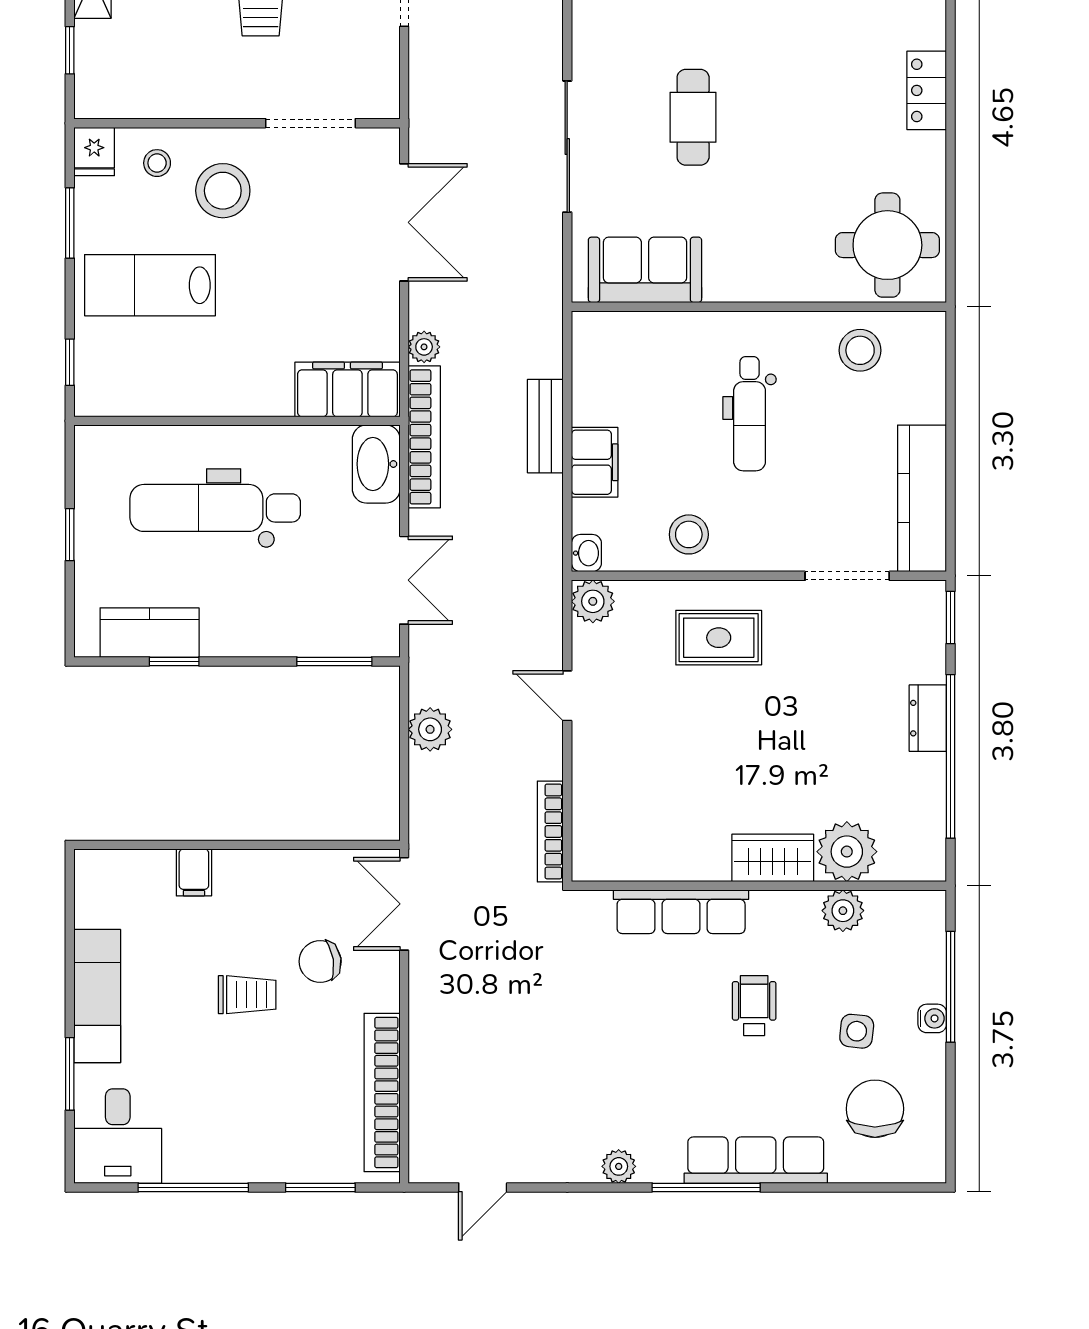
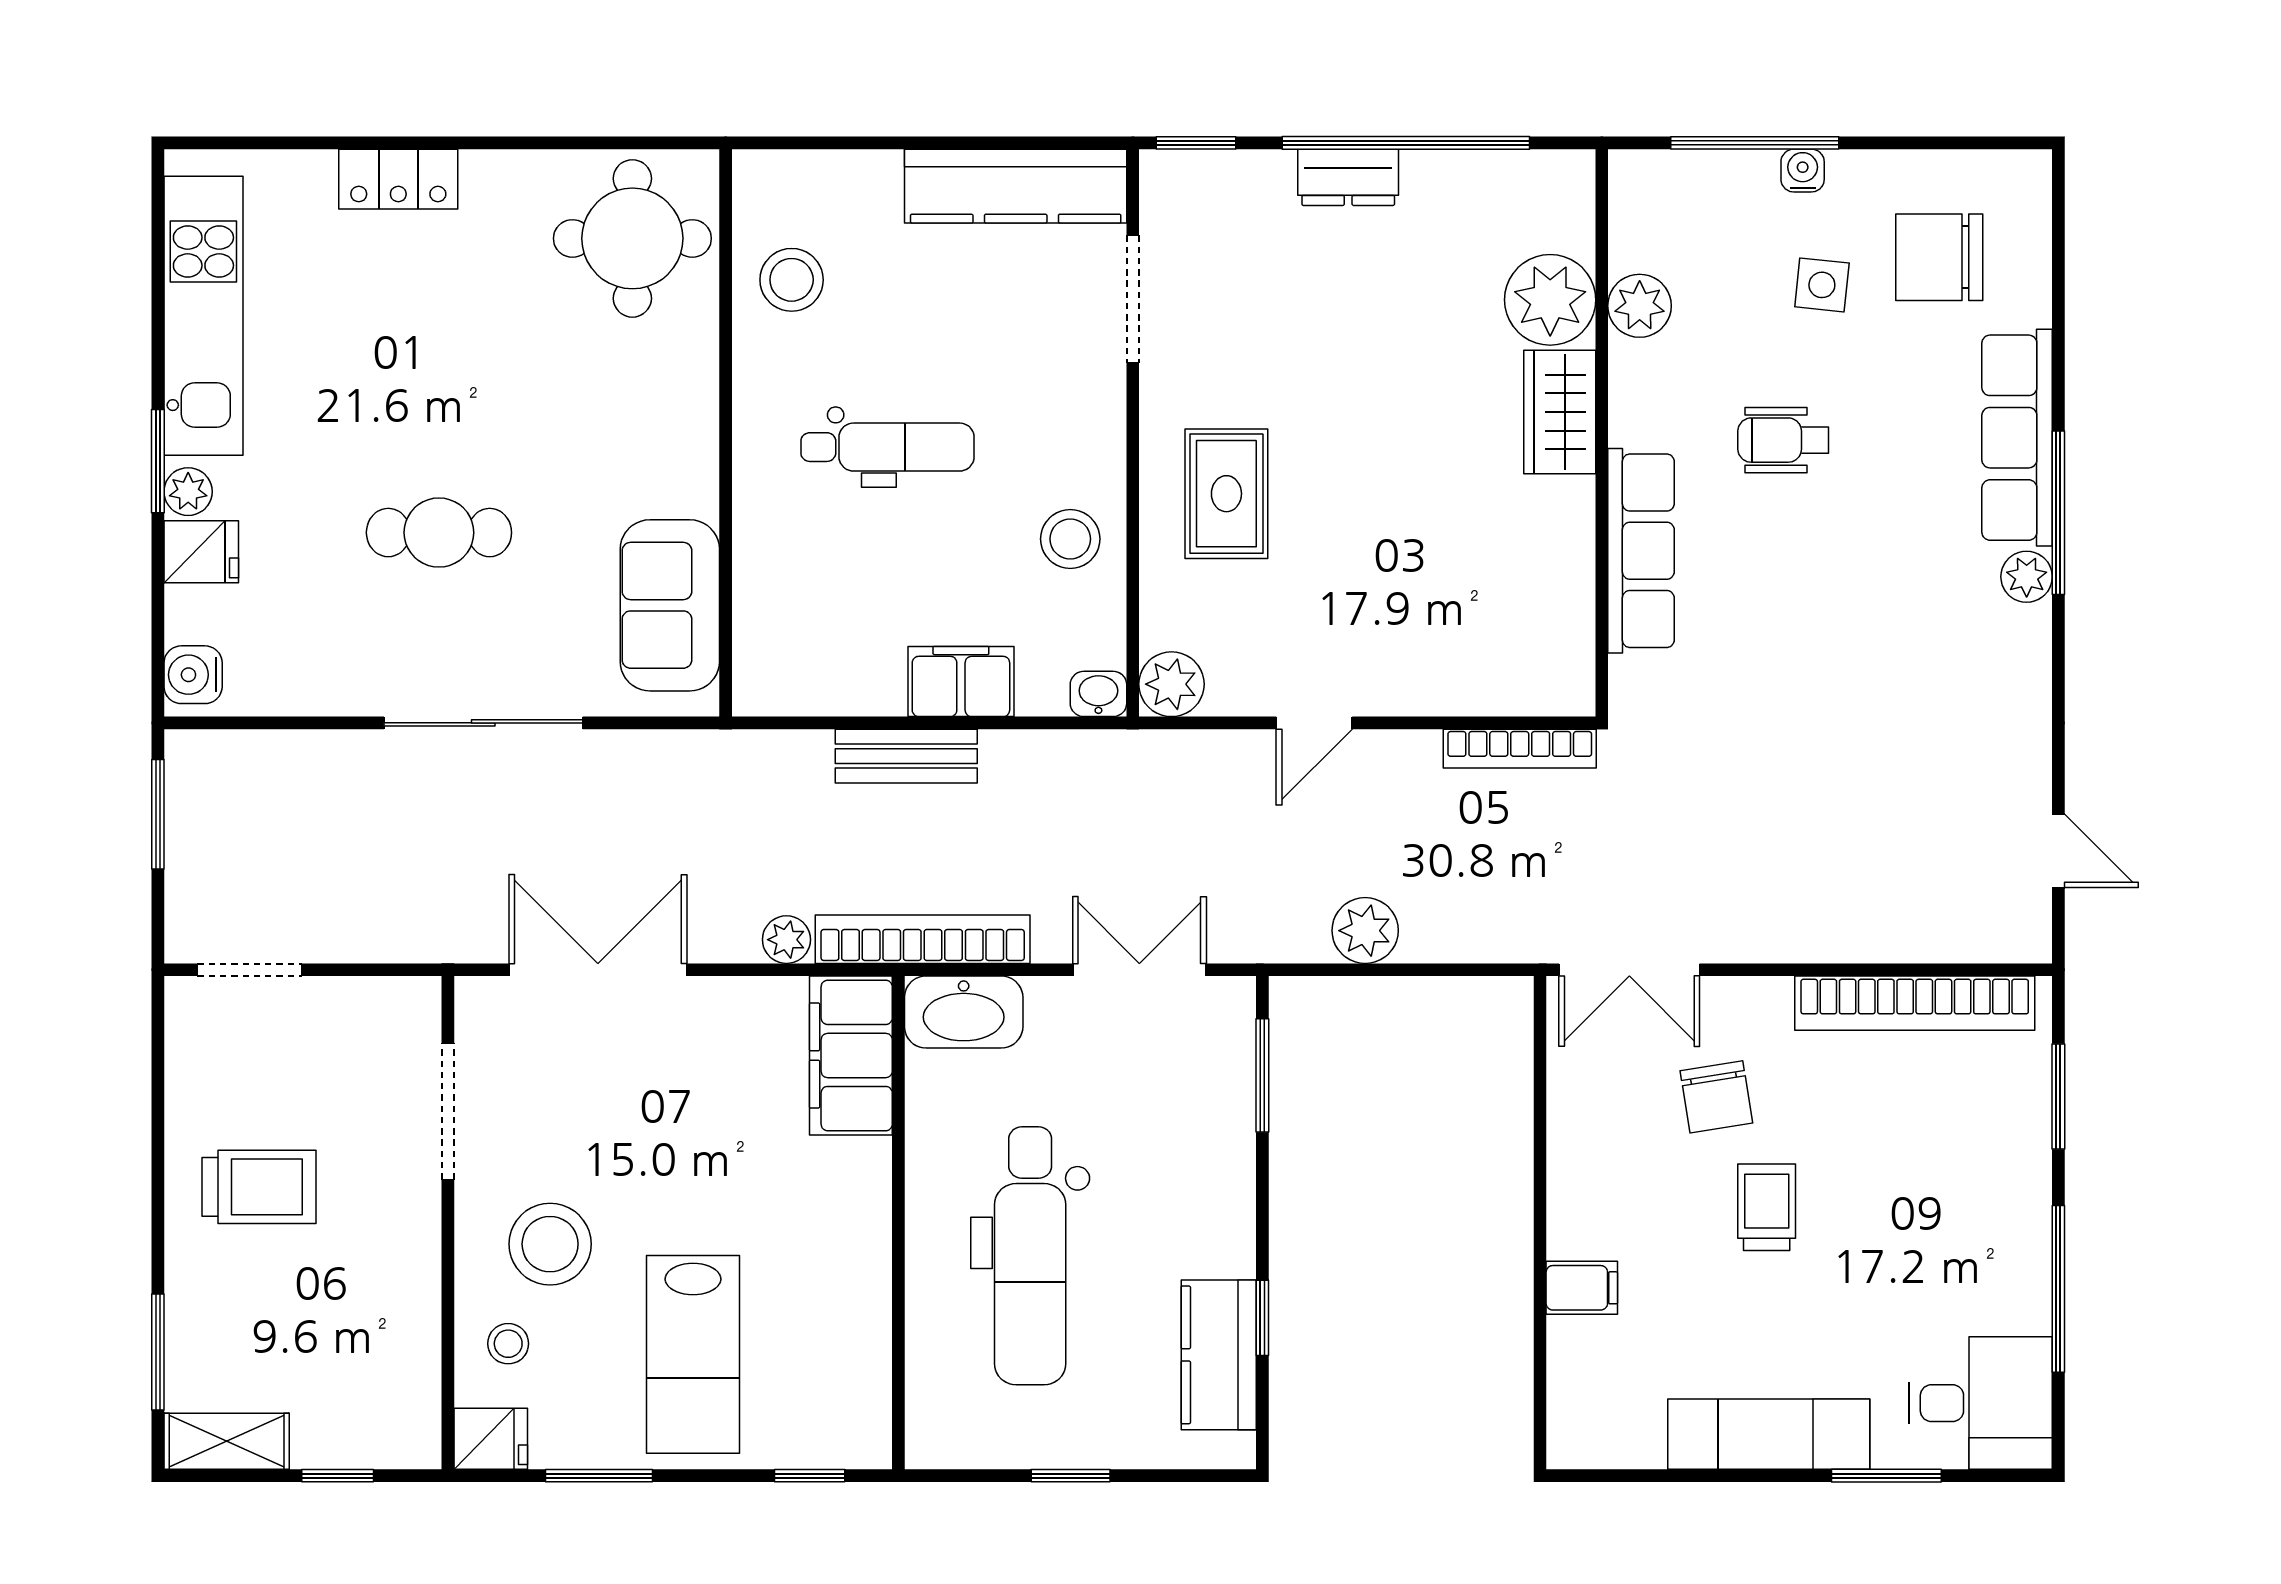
plant: (619, 1166) -> (2027, 577), moved

